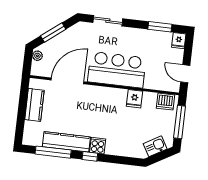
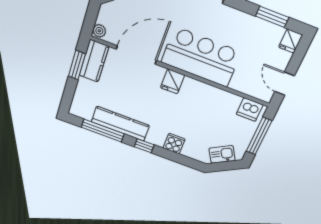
plant: (37, 56) -> (99, 31), moved
fridge: (135, 99) -> (173, 81), moved
window: (23, 101) -> (77, 65), added
kitchen counter: (34, 105) -> (94, 61), moved
cooker: (98, 146) -> (174, 144), moved

